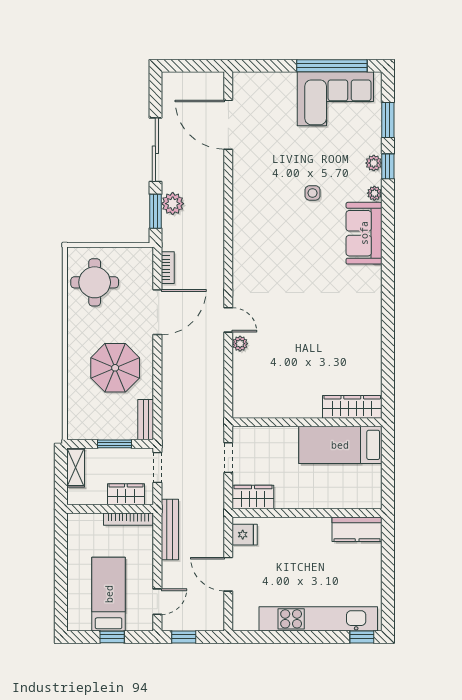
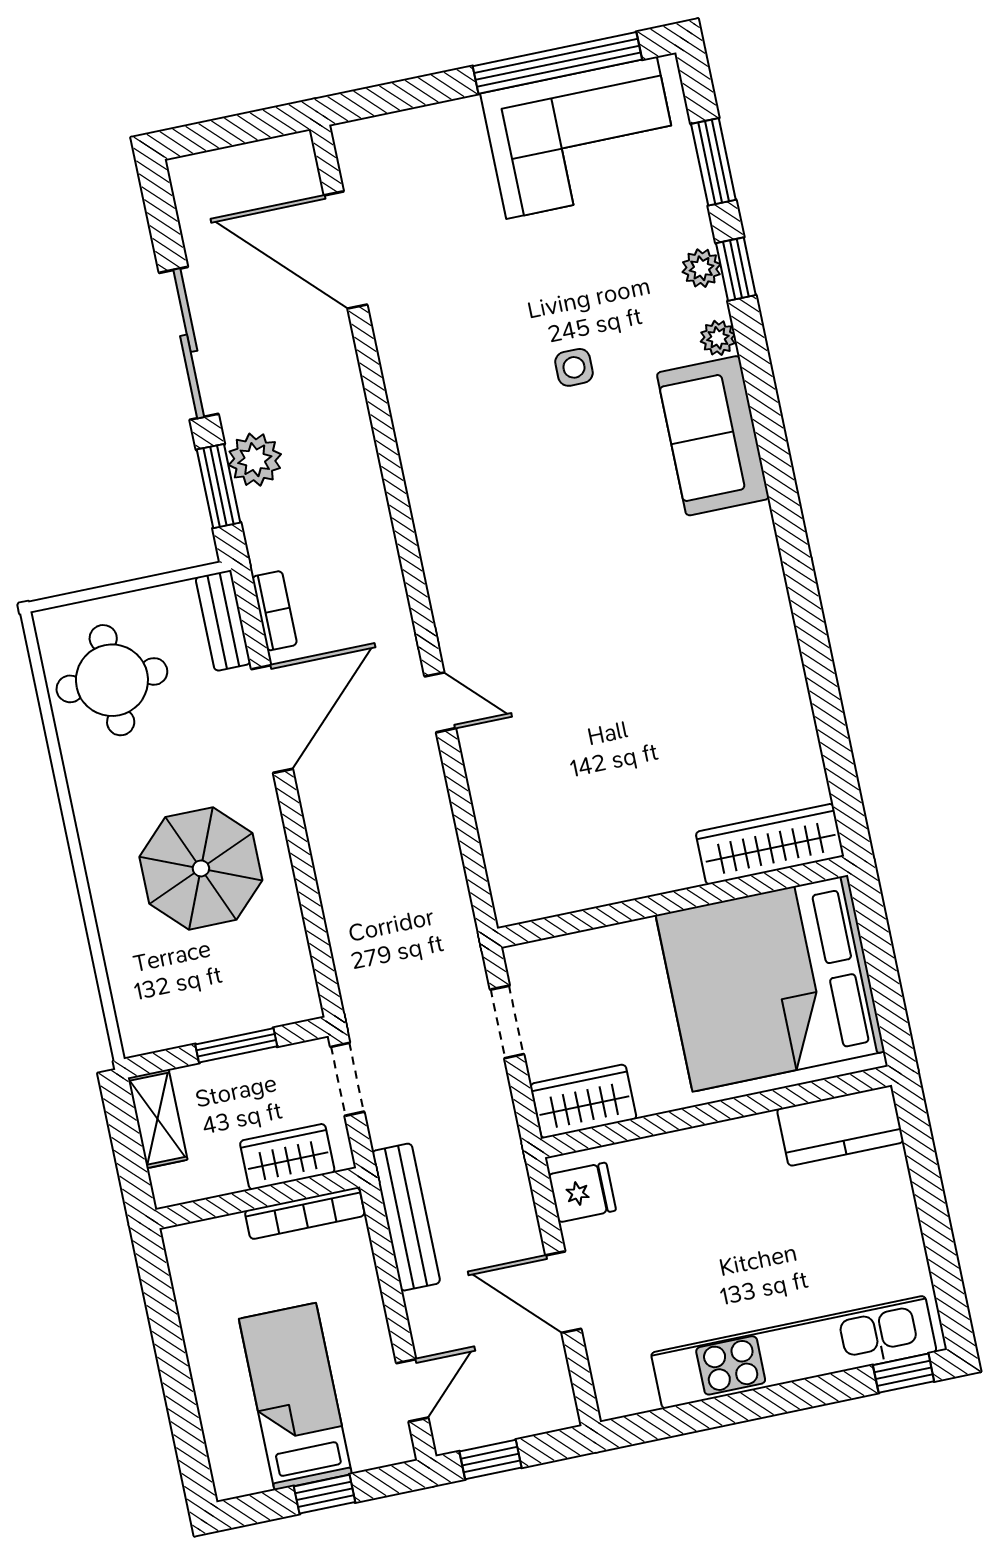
plant: (240, 344) -> (479, 752), removed
bench: (146, 420) -> (223, 621), moved
bed: (340, 445) -> (770, 983), width x2.04

